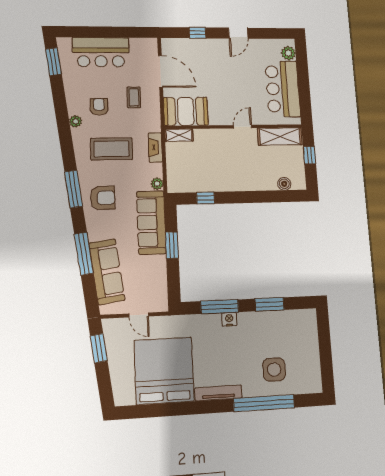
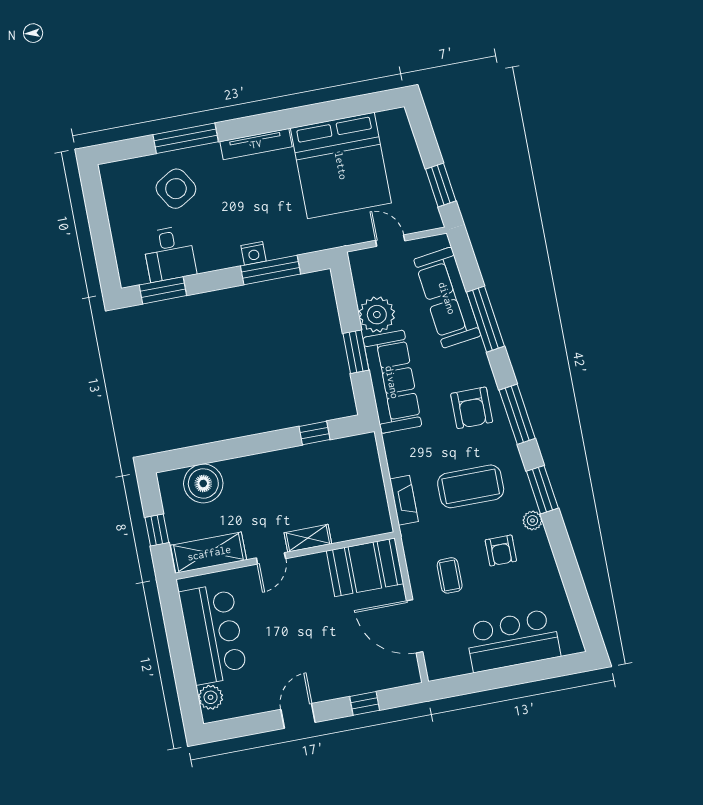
window: (53, 62) -> (542, 490), moved
shelving: (179, 135) -> (308, 538), moved
plant: (157, 184) -> (377, 315), moved, width x1.87, depth x1.87
boiler: (284, 184) -> (203, 483), width x1.86, depth x1.86
armchair: (103, 198) -> (472, 408), turned -90
window: (270, 304) -> (163, 290), moved
desk: (283, 327) -> (169, 254), added
side table: (274, 369) -> (176, 189), turned -31
window: (264, 403) -> (186, 138), width x0.68

